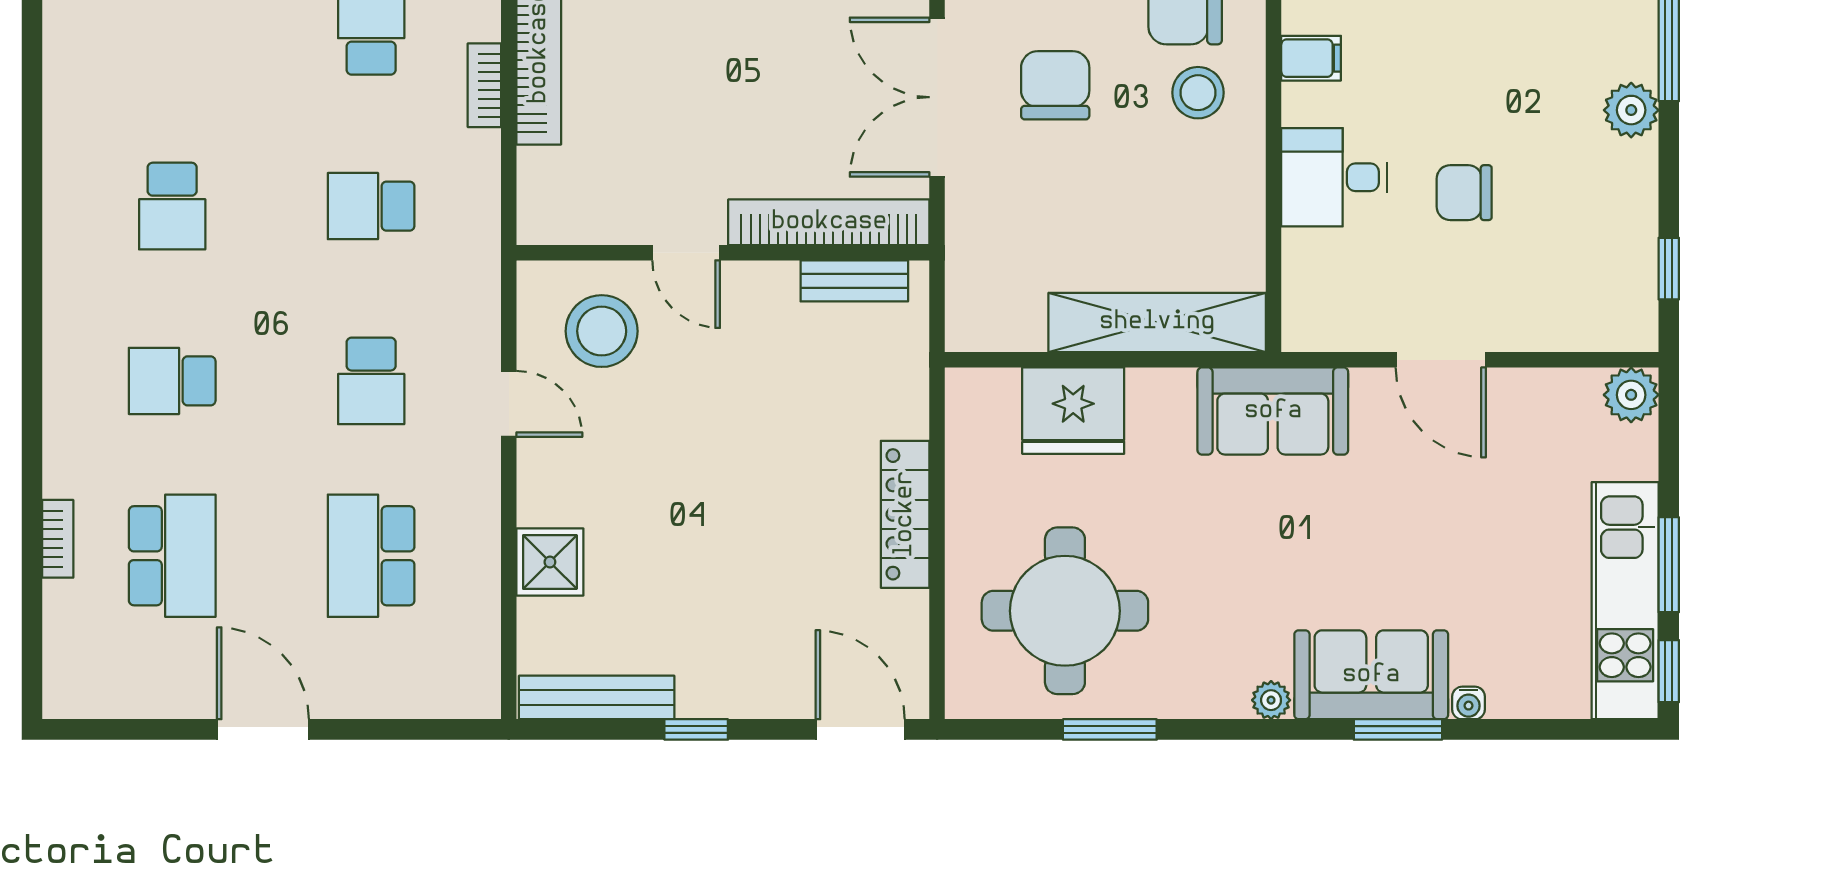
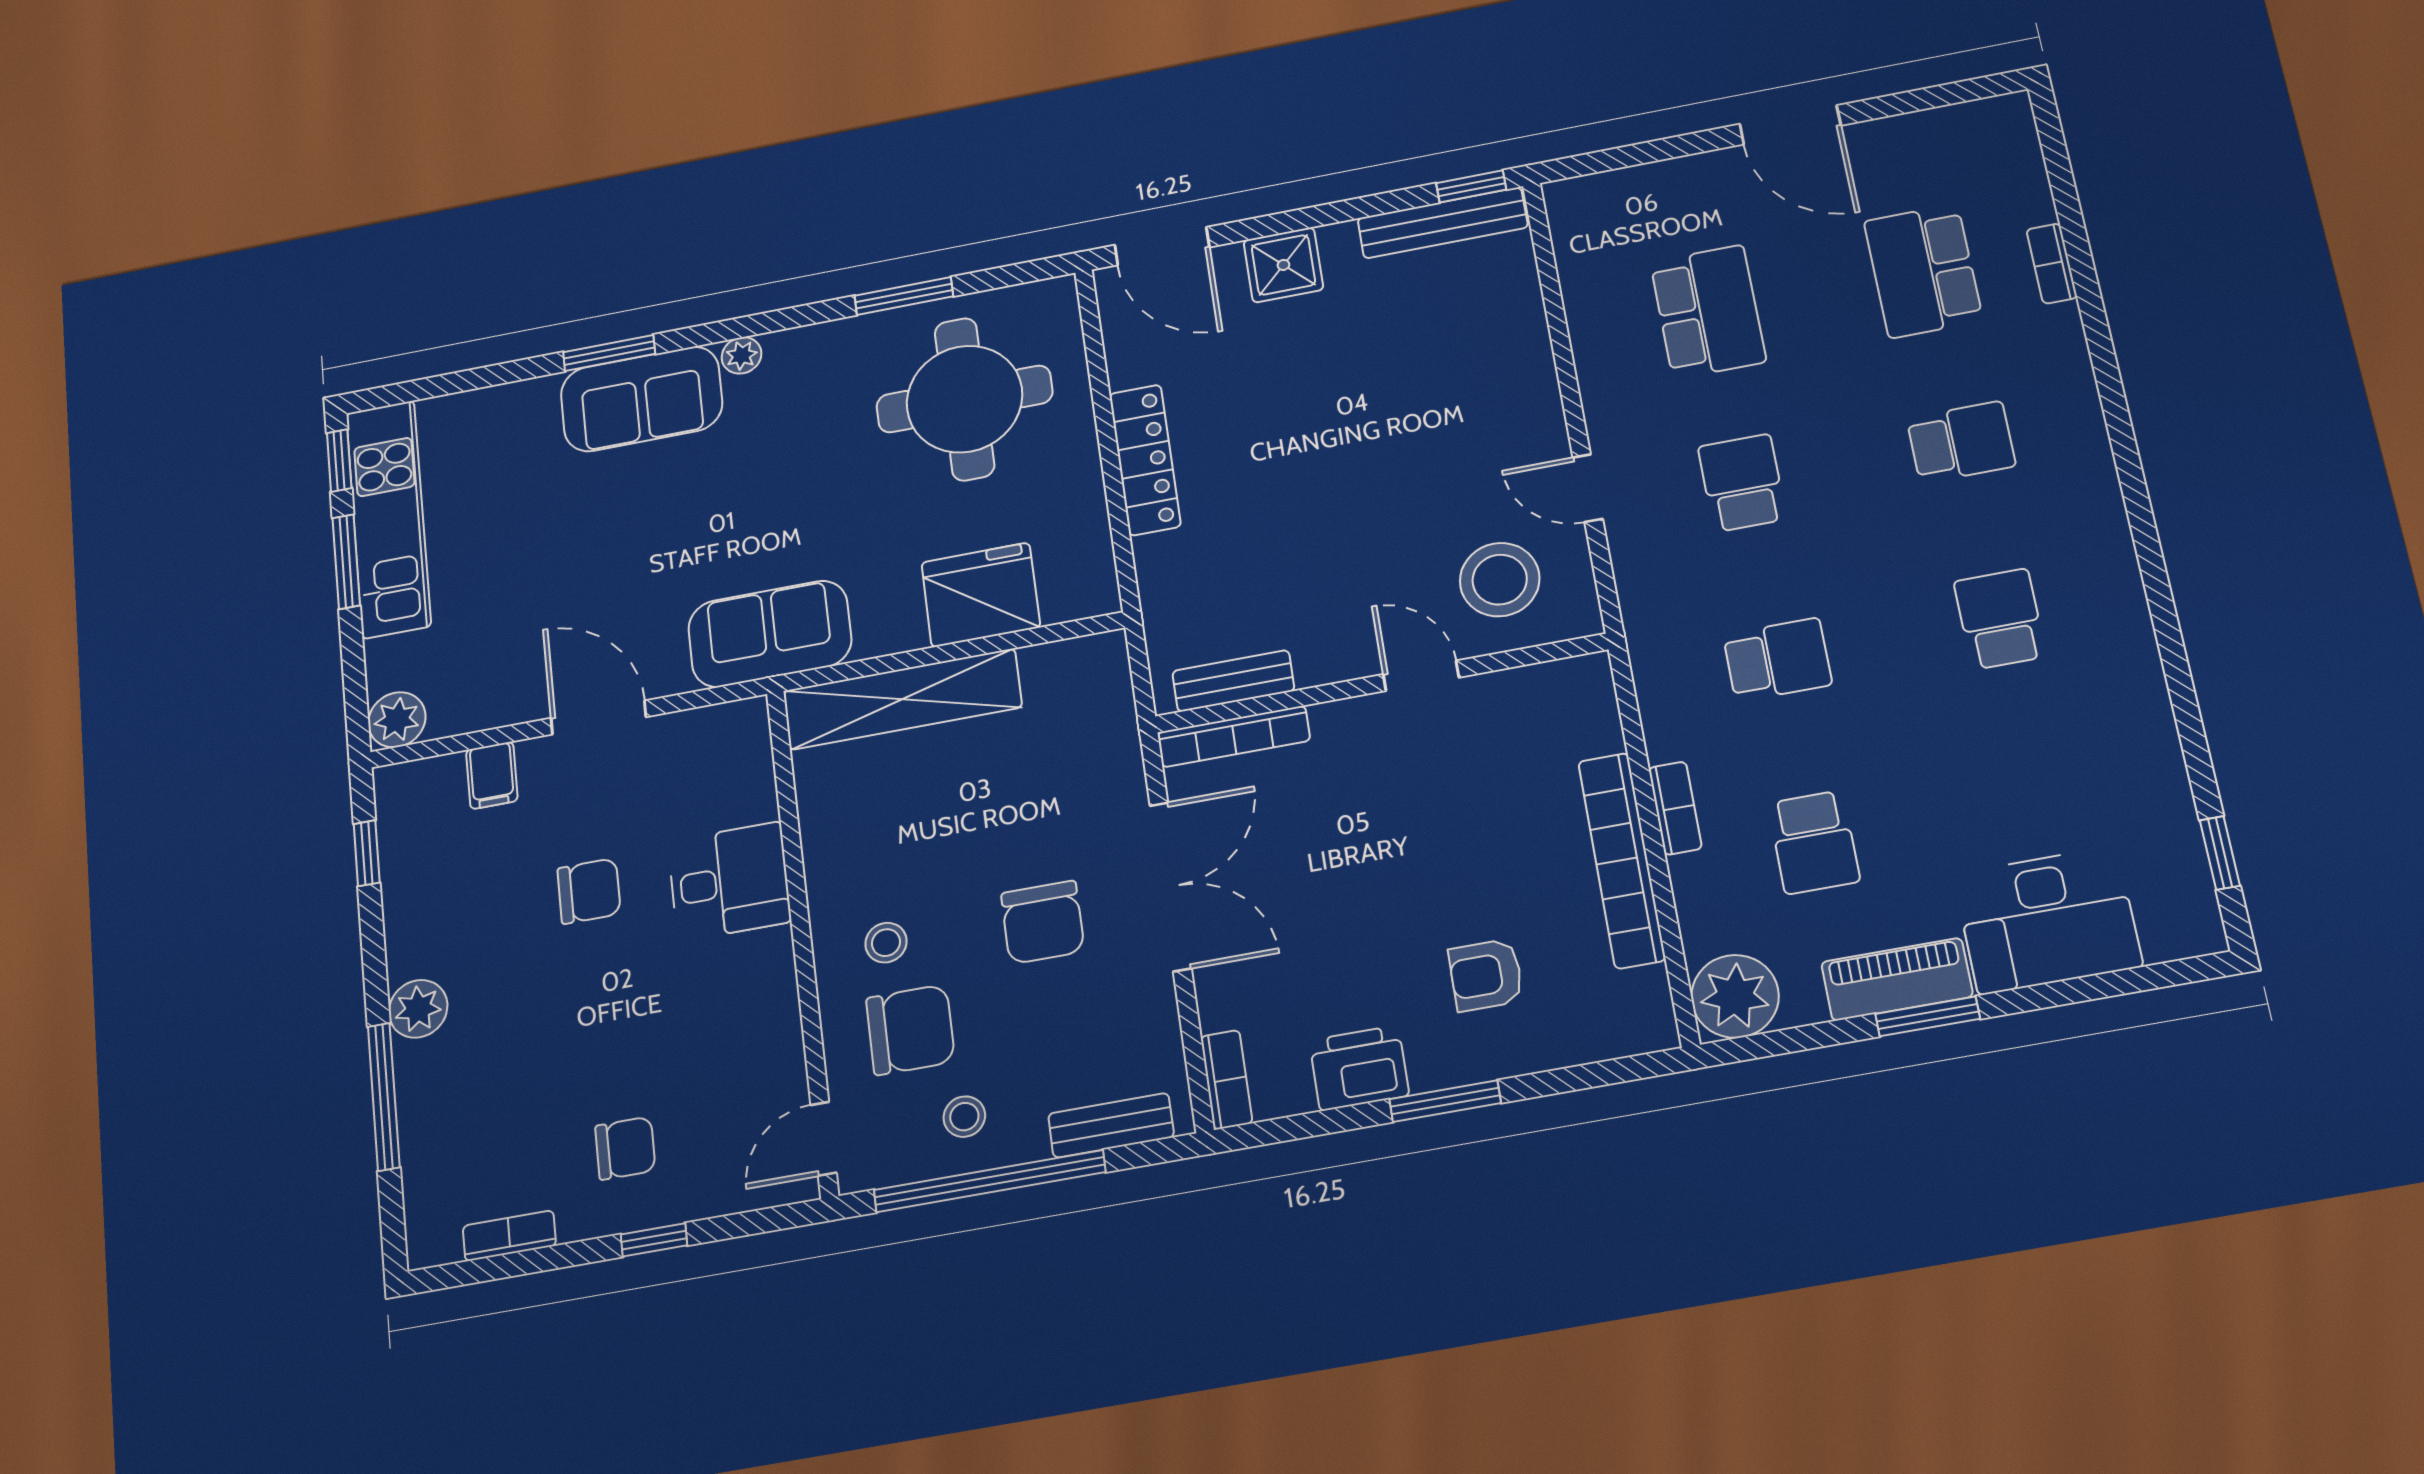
filing cabinet: (1311, 58) -> (492, 775), moved, turned -90
stool: (1198, 93) -> (886, 943), width x0.73, depth x0.73
bookcase: (829, 222) -> (1234, 736), width x0.68, depth x0.76
shower: (550, 562) -> (1283, 265), moved
water cooler: (1469, 703) -> (540, 392), removed
window: (696, 729) -> (1471, 186), moved

